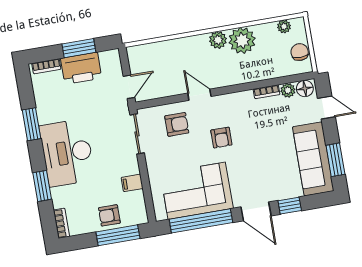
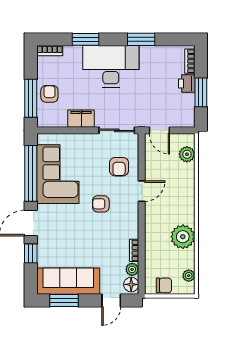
plant: (218, 40) -> (187, 154), moved
printer: (81, 68) -> (187, 84), width x0.53, depth x0.68
filing cabinet: (132, 183) -> (81, 119), width x2.00

